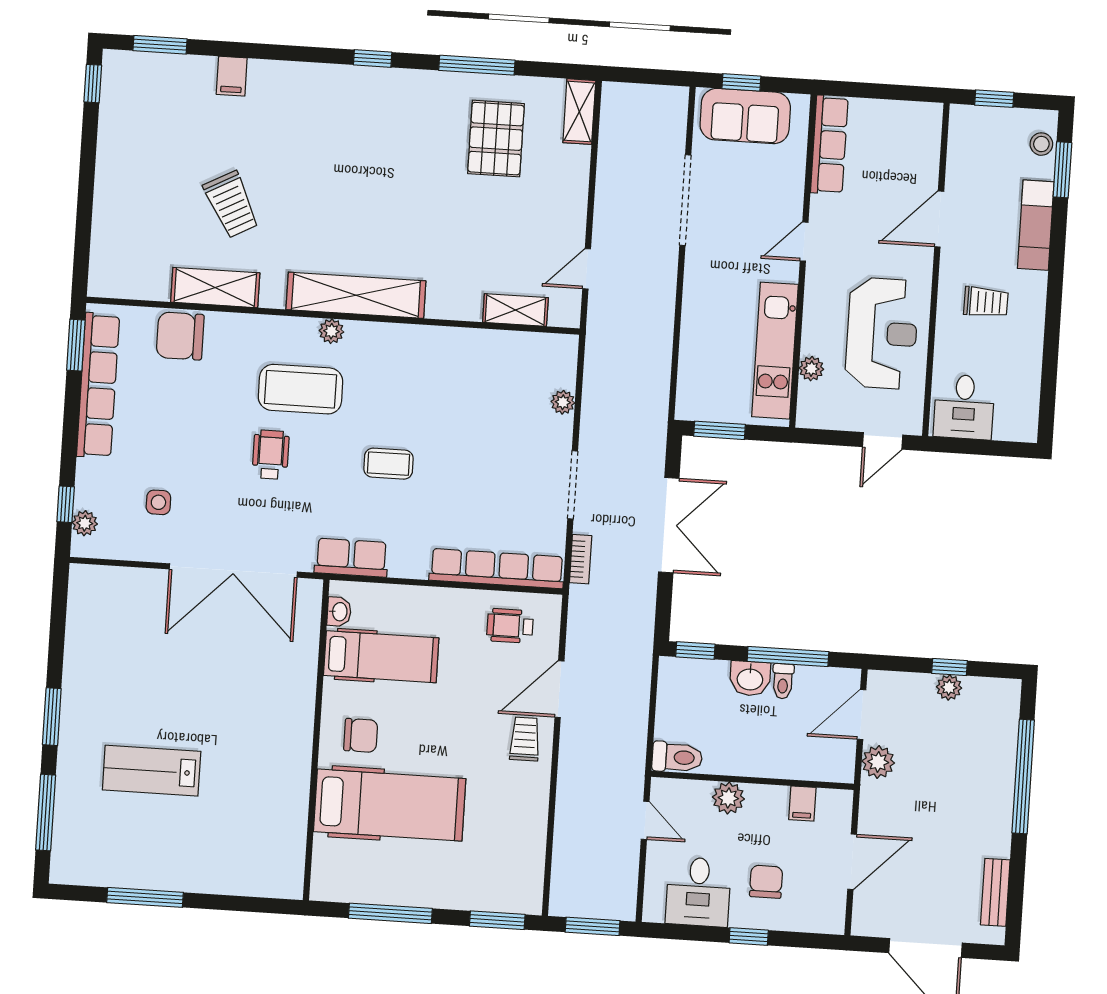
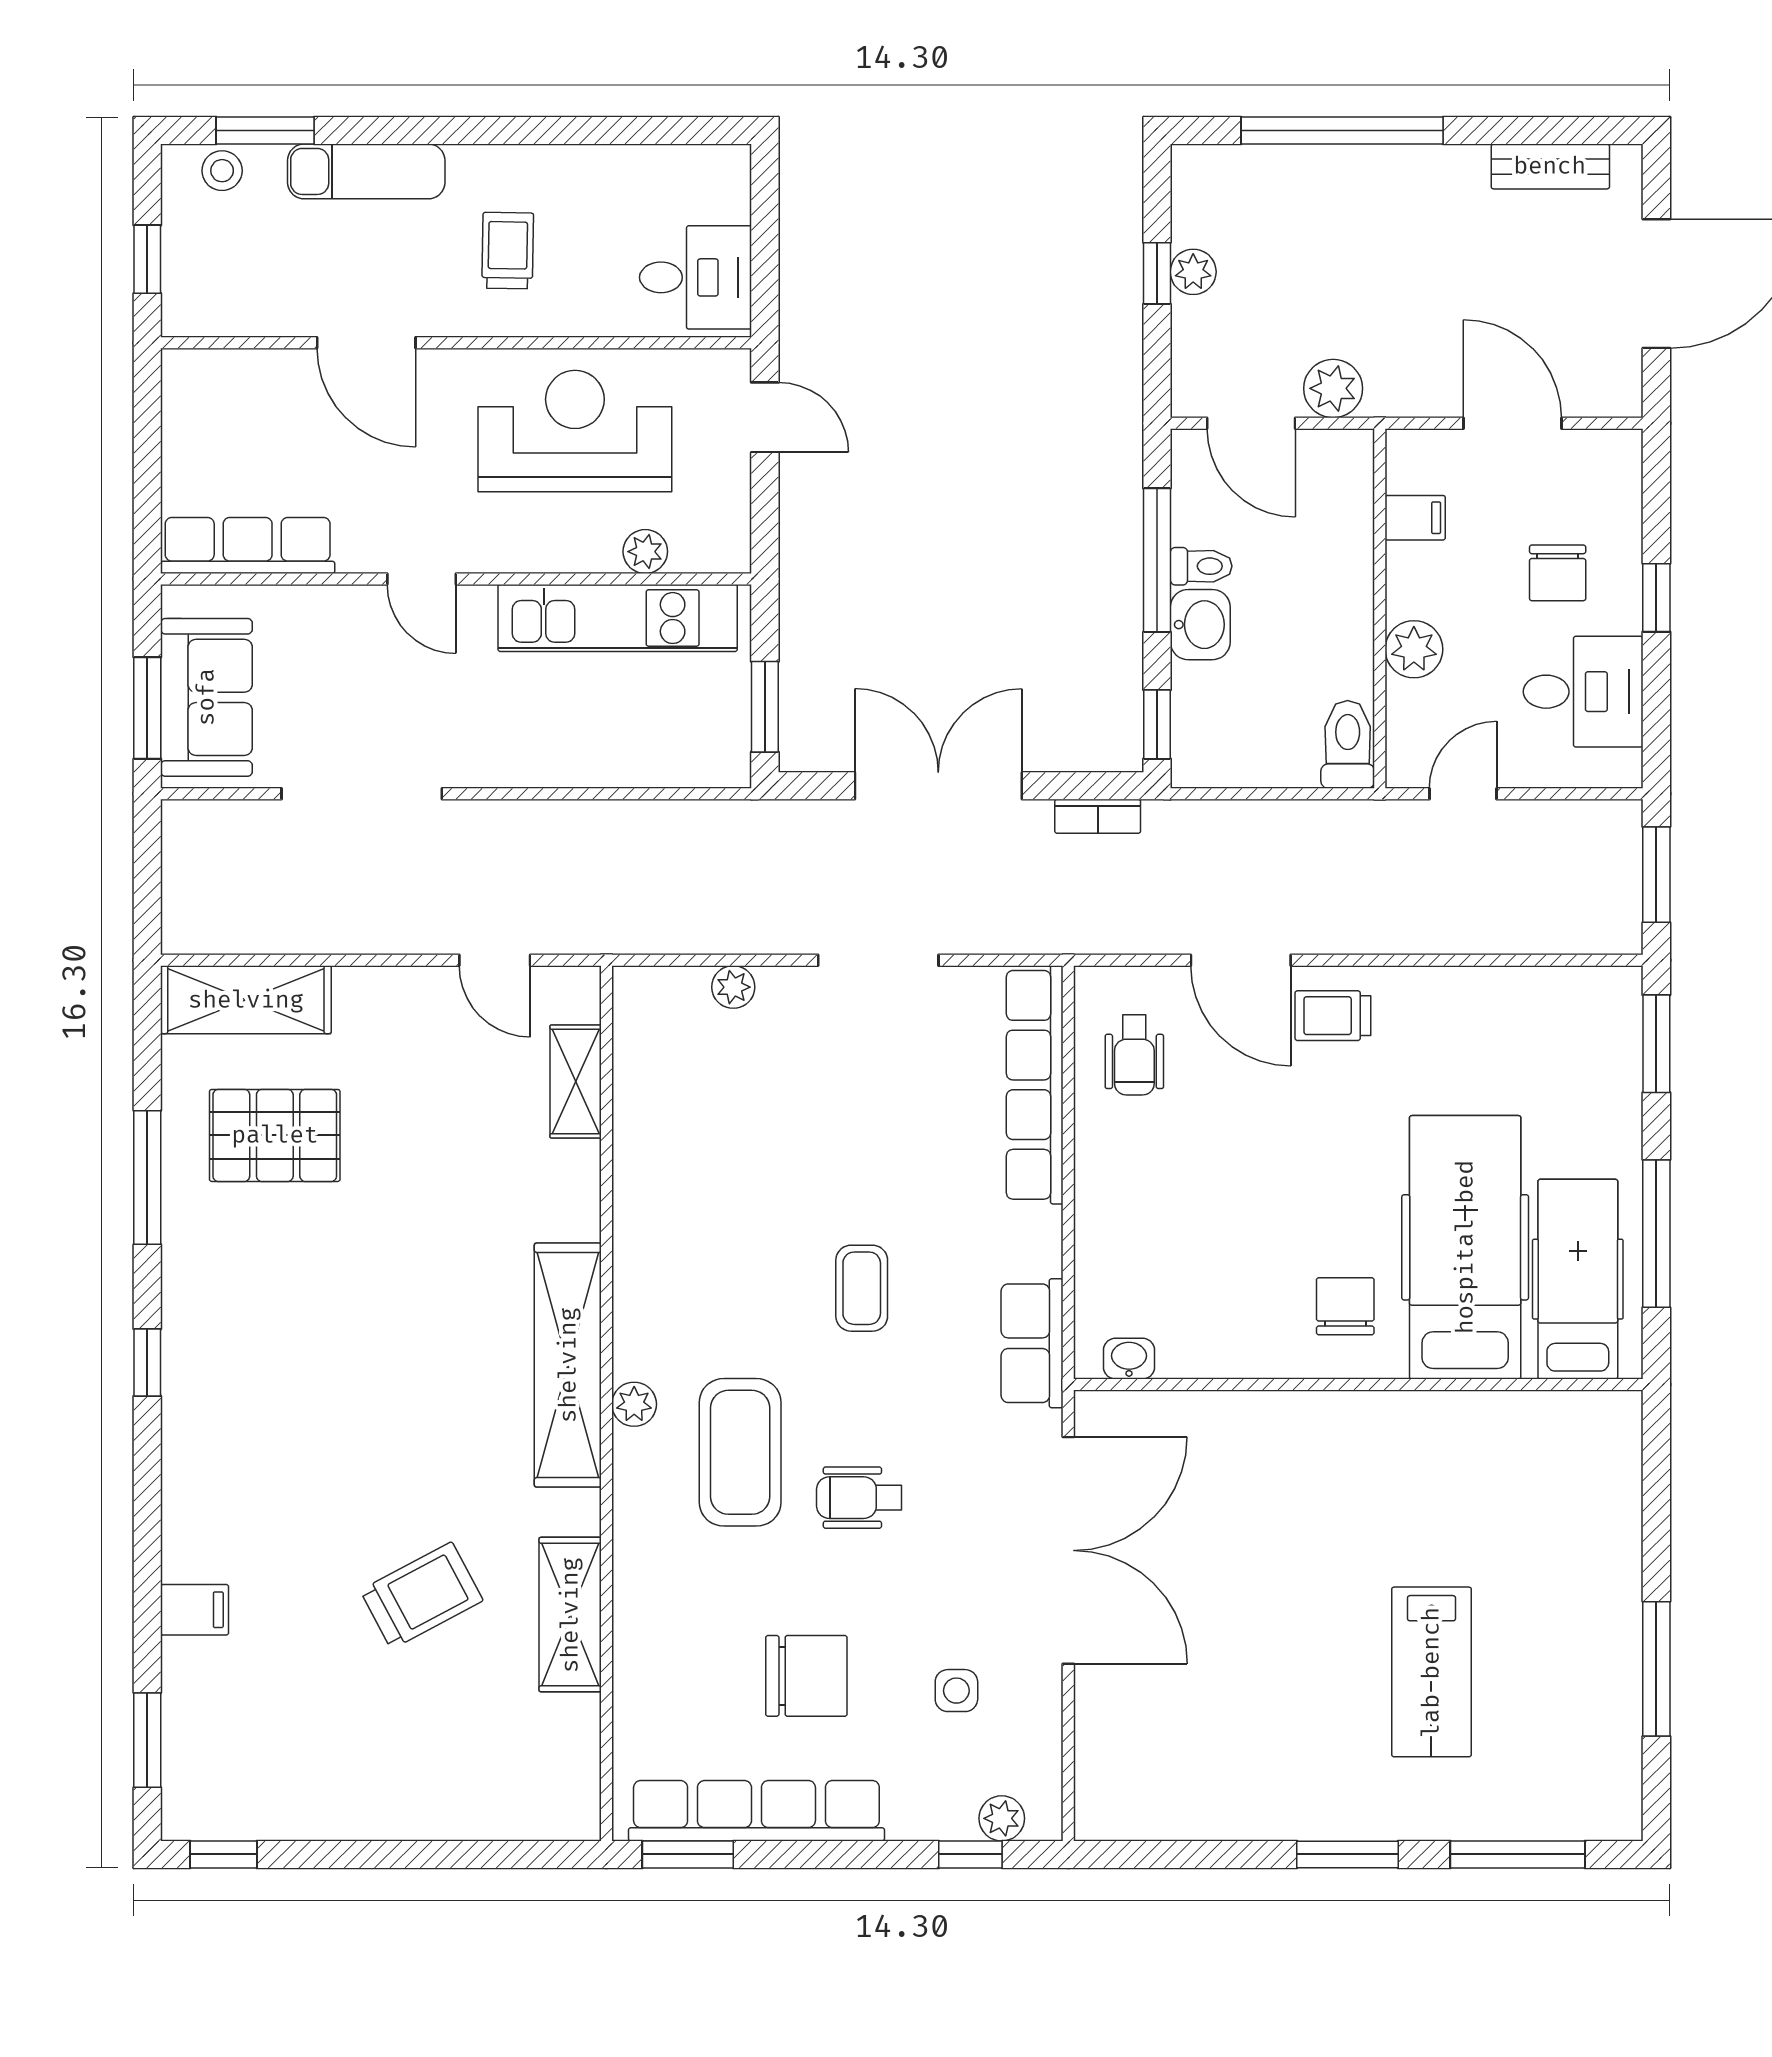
window: (741, 82) -> (147, 708), width x1.50
shelving: (579, 112) -> (246, 1000), width x1.50, depth x1.33
chair: (180, 336) -> (806, 1676), moved, turned -90
bookcase: (581, 559) -> (1098, 816), moved, turned 180
hospital bed: (381, 657) -> (1578, 1279), moved
chair: (766, 882) -> (1558, 573), turned -90

